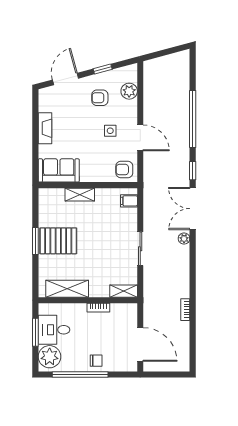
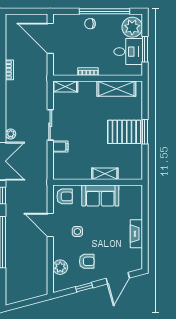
sofa: (59, 170) -> (100, 196), moved
filing cabinet: (129, 201) -> (60, 147), moved

